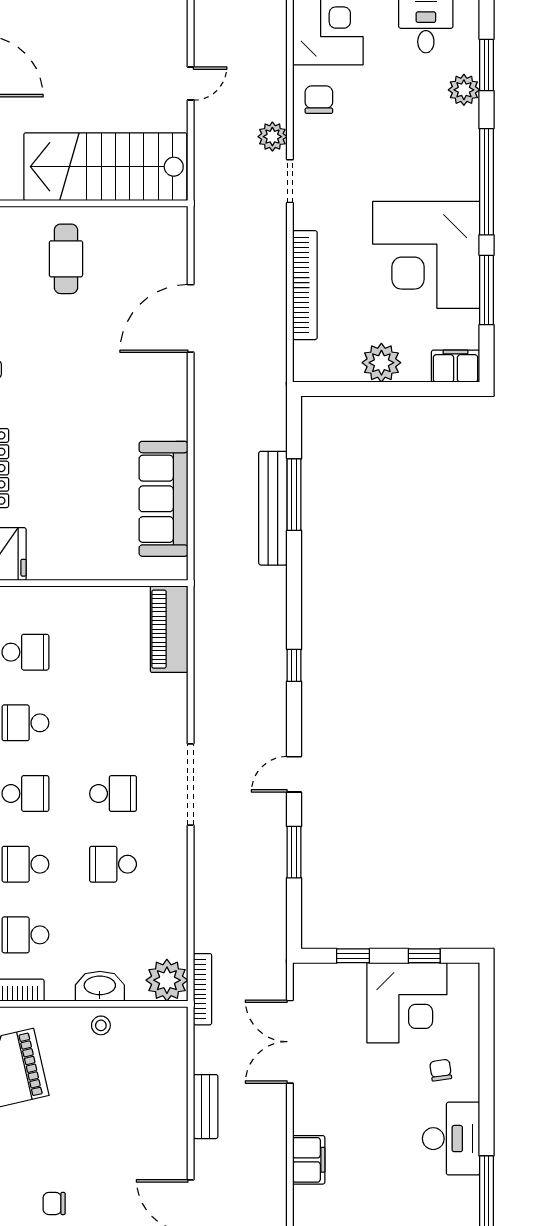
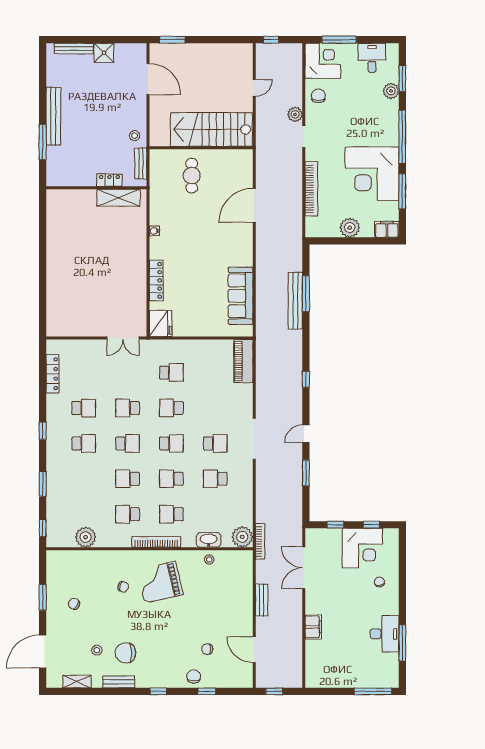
desk: (451, 1139) -> (385, 634), moved
chair: (54, 1203) -> (207, 649), moved

